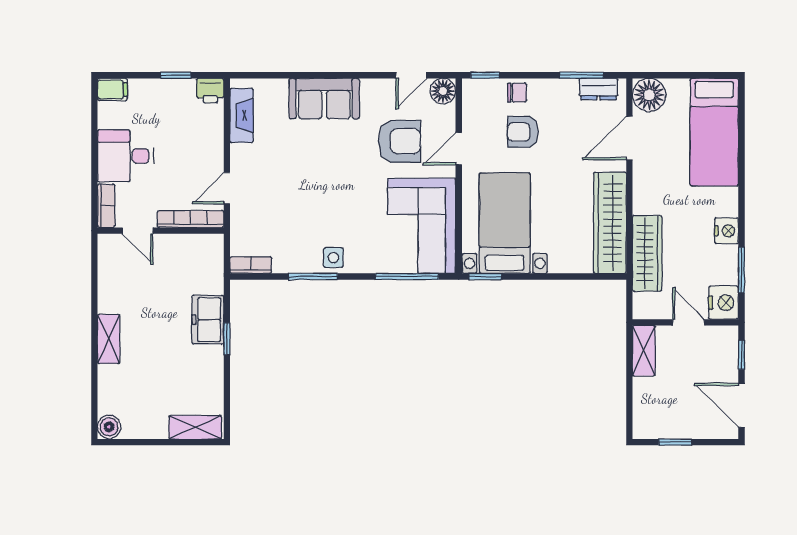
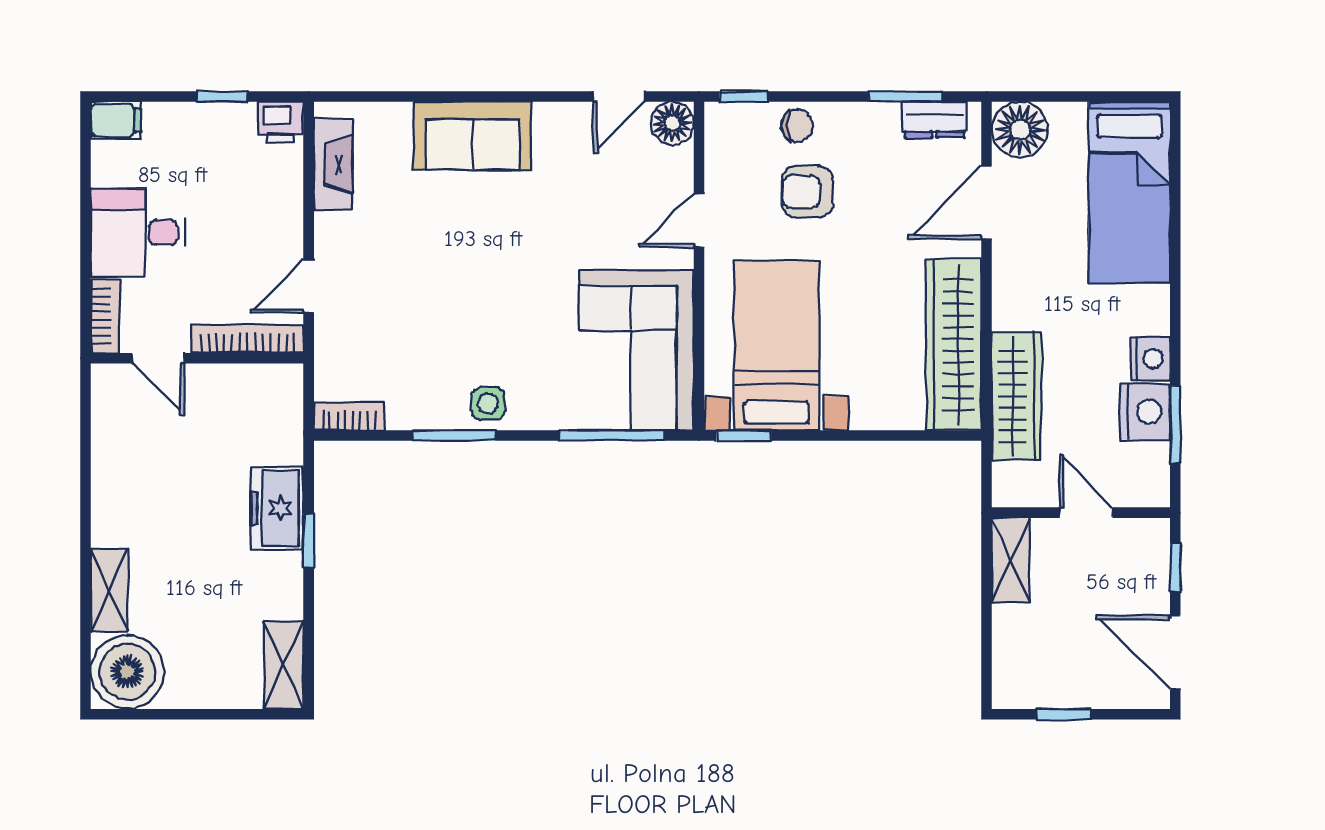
armchair: (399, 141) -> (599, 208), removed
nightstand: (724, 303) -> (1145, 412), moved
shelving: (109, 339) -> (109, 590), moved
boiler: (109, 427) -> (127, 672), width x1.86, depth x1.86
shelving: (195, 427) -> (284, 665), moved, turned 90

